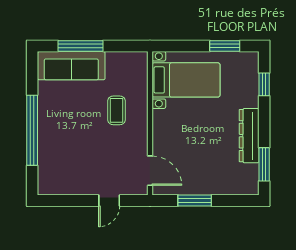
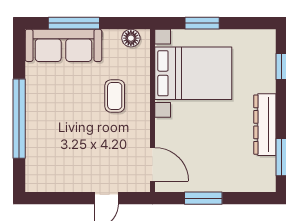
window: (225, 46) -> (202, 23), moved
floor lamp: (131, 59) -> (131, 38), added
bed with nightstands: (186, 80) -> (193, 73), width x1.36

